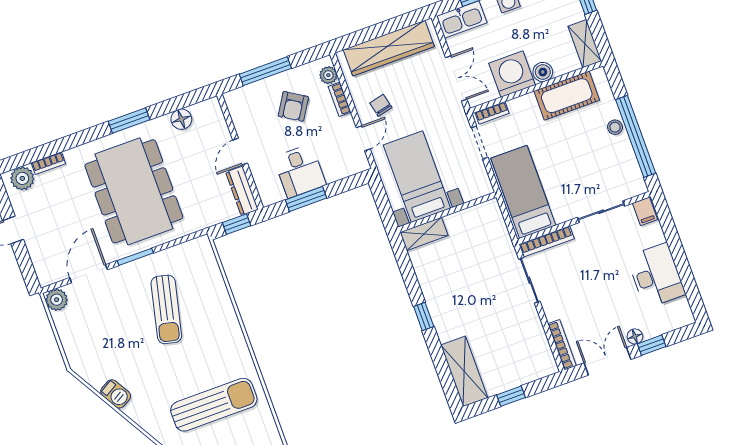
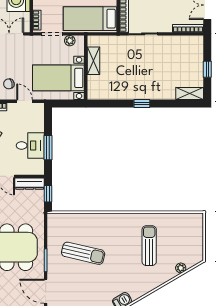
plant: (479, 173) -> (70, 41), added
shelving: (424, 234) -> (94, 61), moved
shelving: (464, 371) -> (190, 93), width x0.67, depth x0.75
sun lounger: (214, 405) -> (149, 246), width x0.73, depth x0.75

